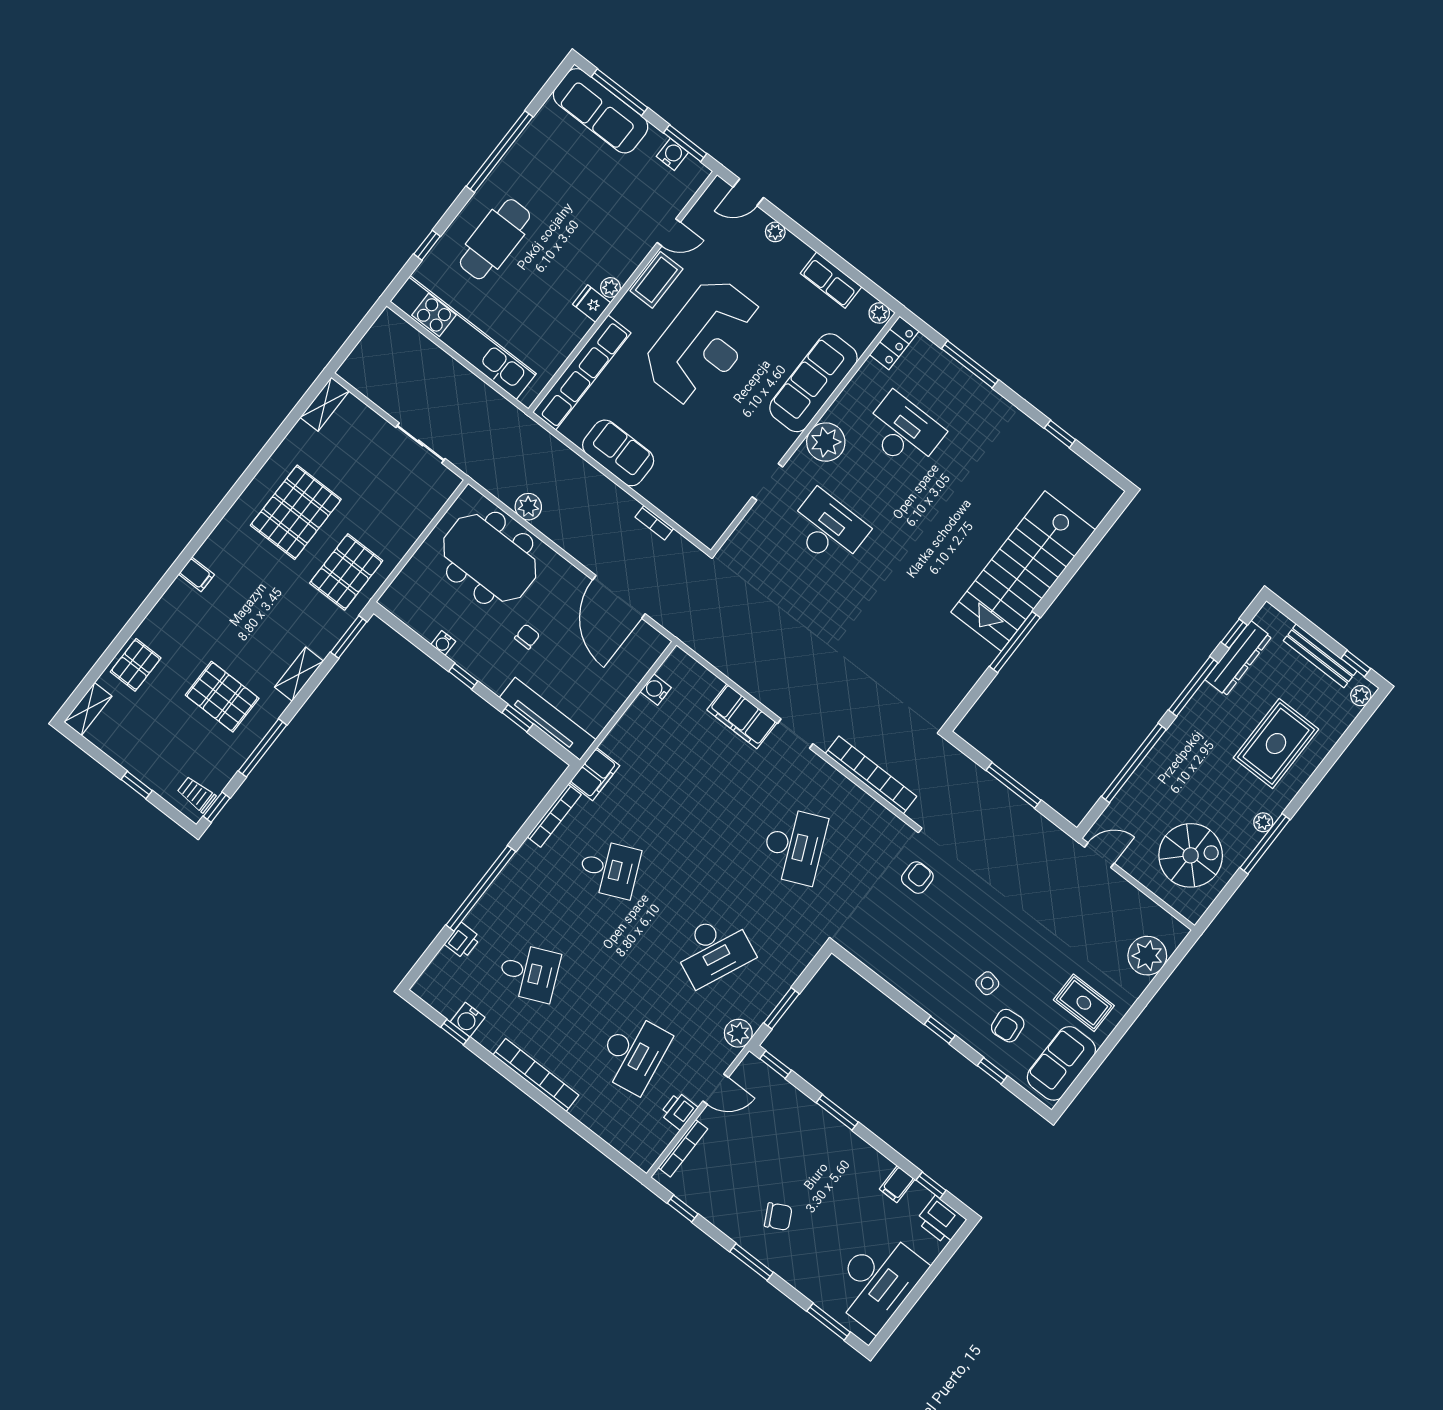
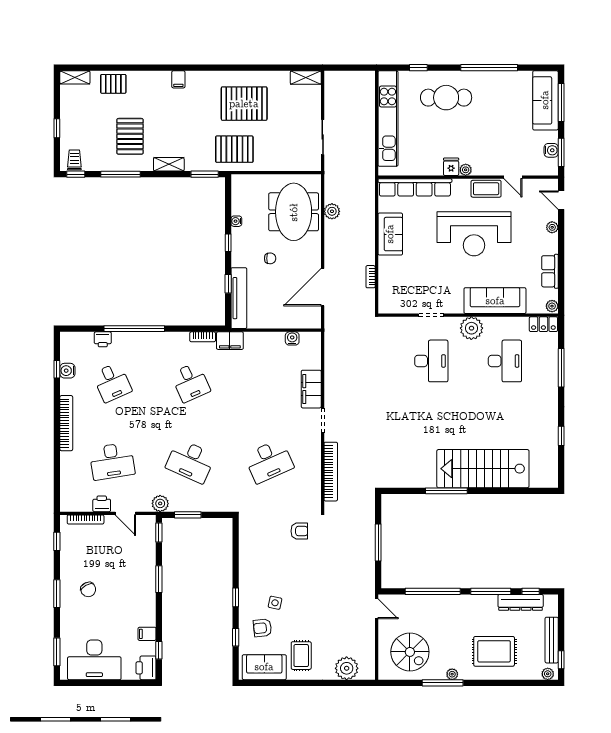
bookcase: (554, 816) -> (203, 337), width x0.64

